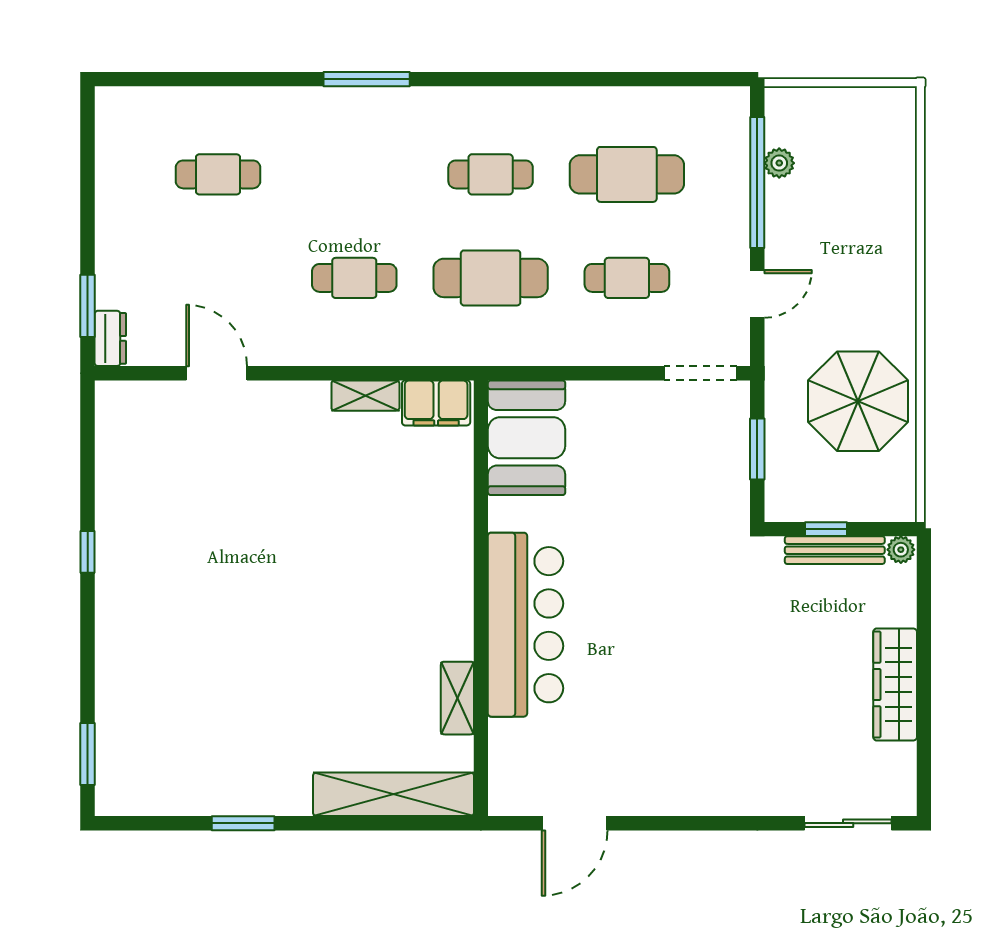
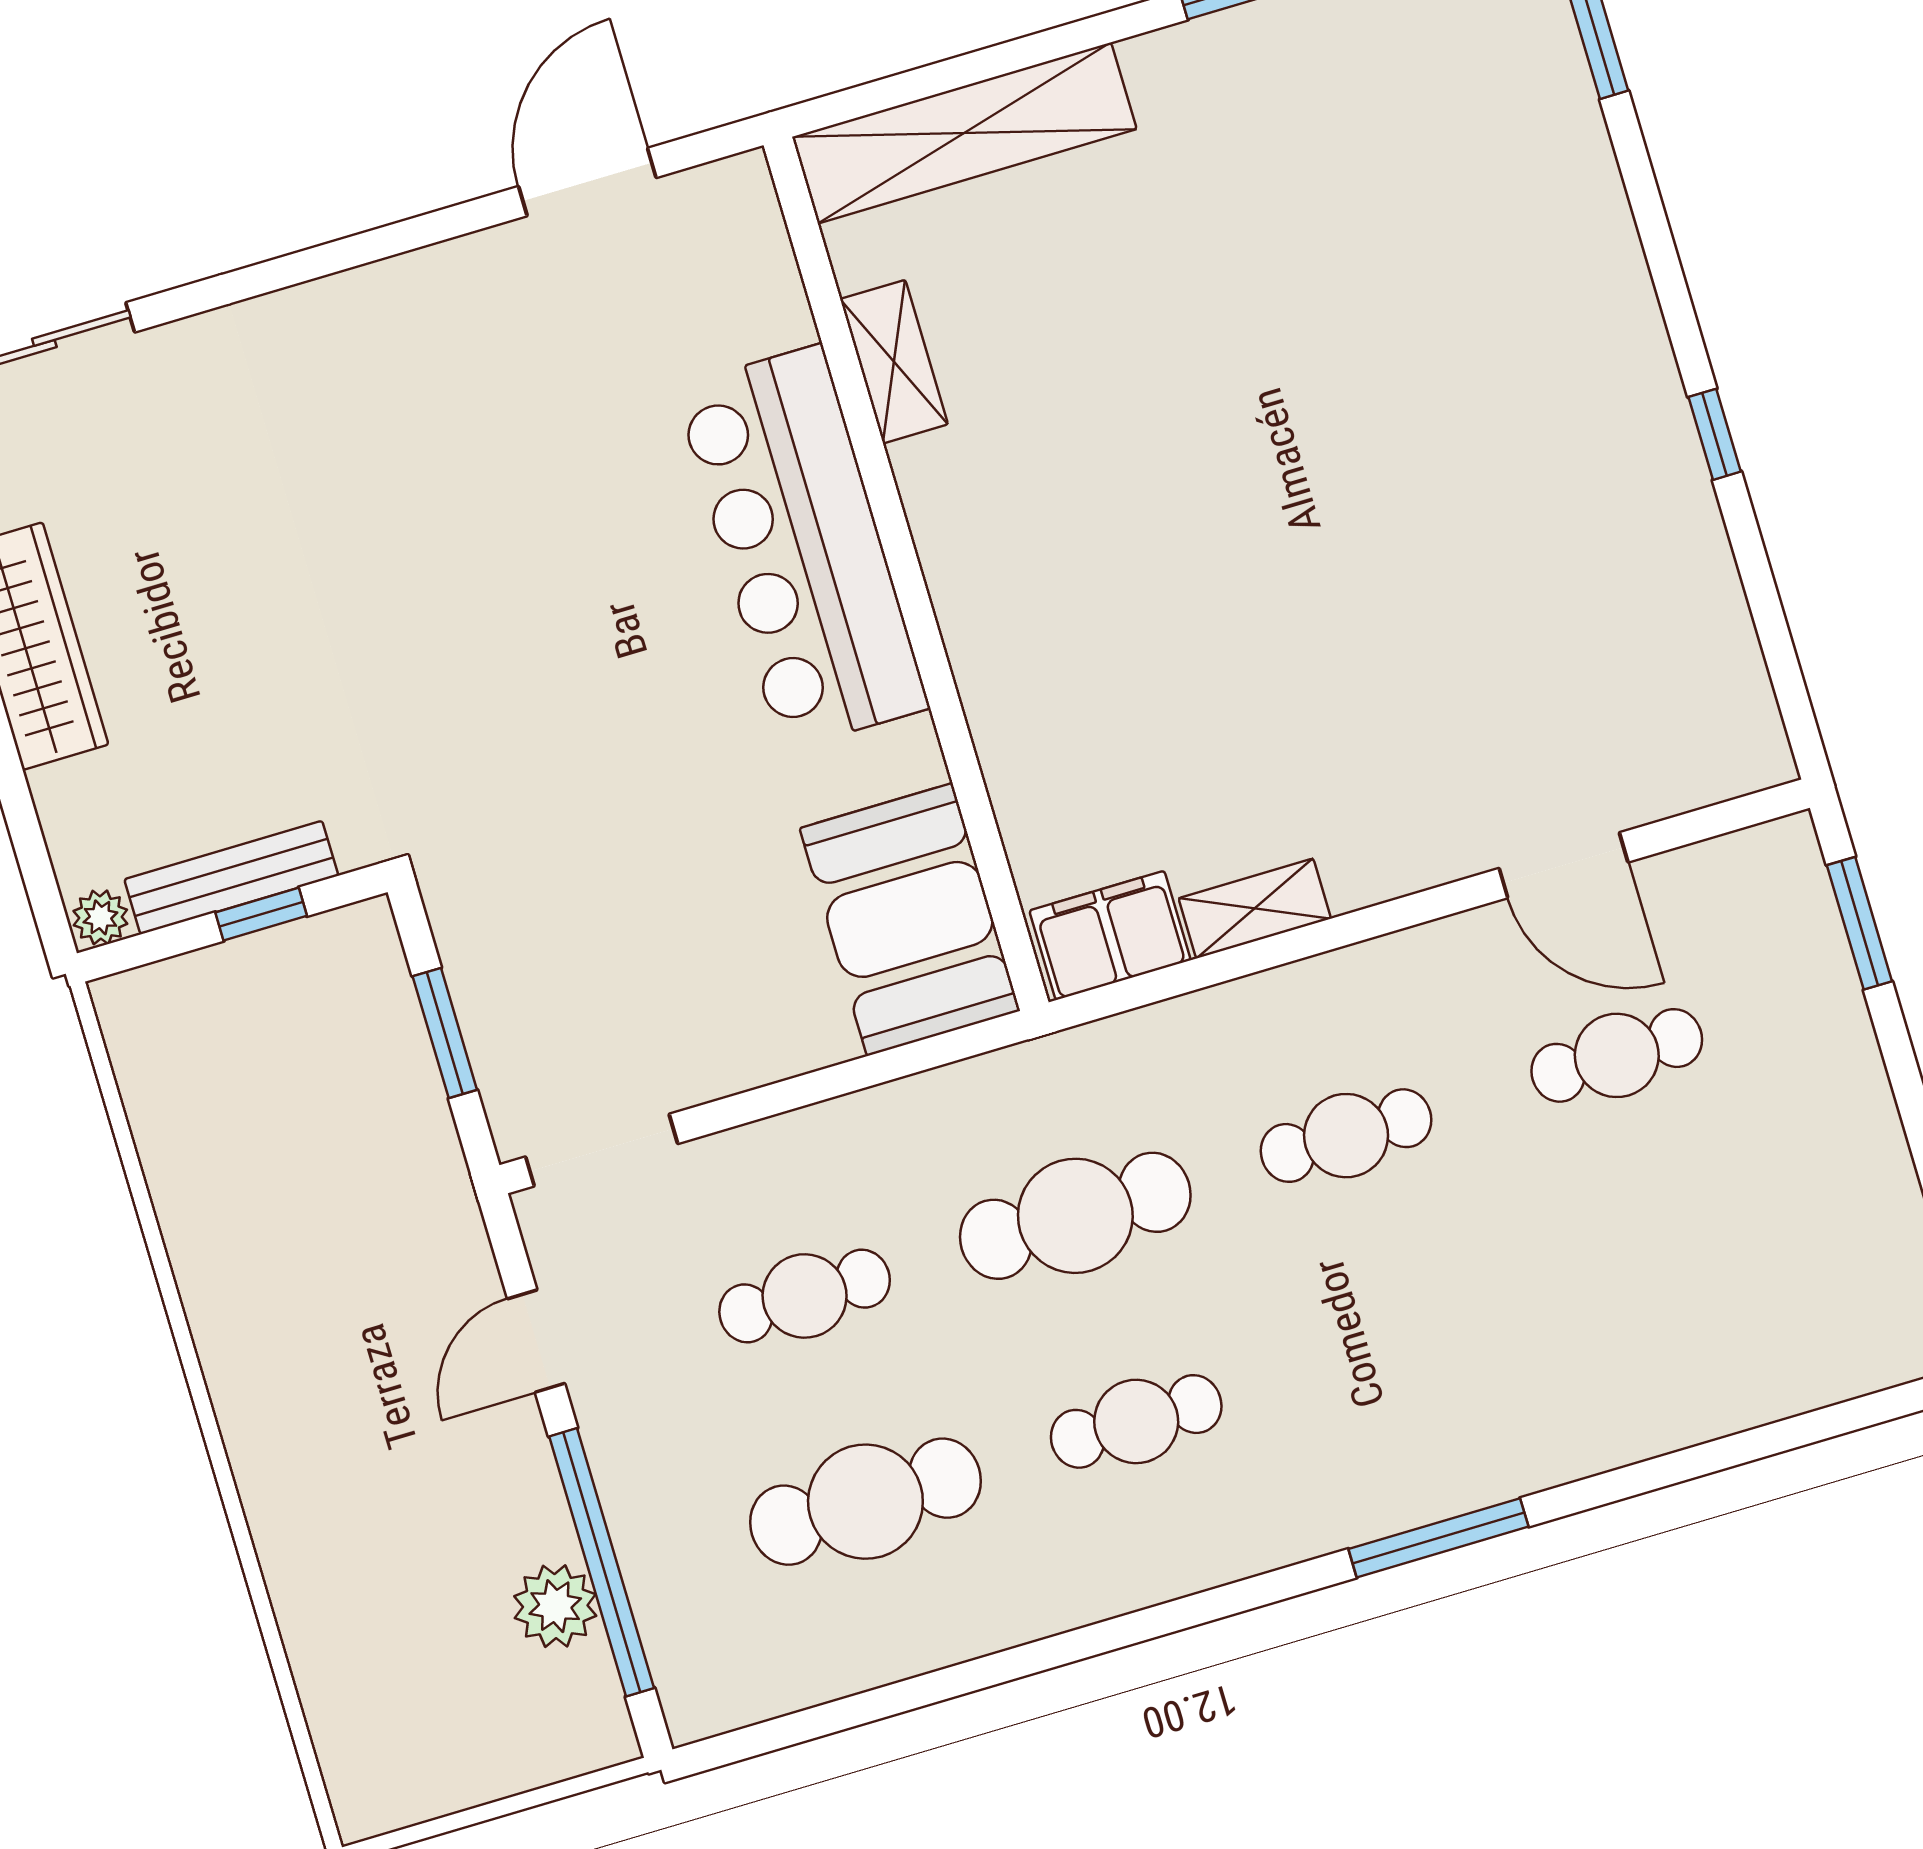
plant: (779, 163) -> (555, 1606), width x1.38, depth x1.38
cafe table: (218, 174) -> (1617, 1055), moved
dresser: (110, 338) -> (1795, 872), removed
parasol: (858, 401) -> (273, 1187), removed

